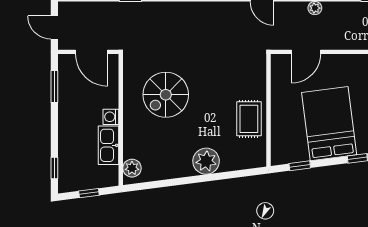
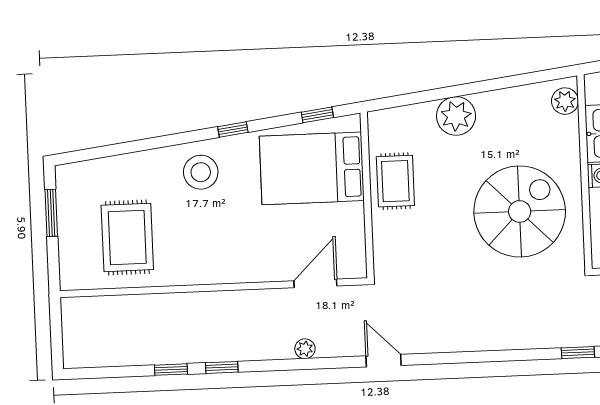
spiral stairs: (166, 95) -> (520, 211), width x1.37, depth x1.37
bed: (329, 124) -> (312, 168), moved, turned 97

